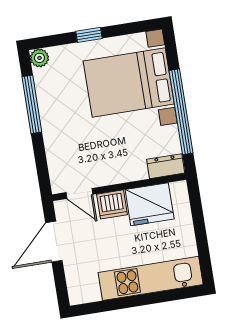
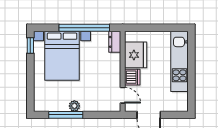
window: (89, 35) -> (30, 45), moved
plant: (39, 58) -> (74, 106), moved
door: (79, 193) -> (123, 95), hinge flipped

